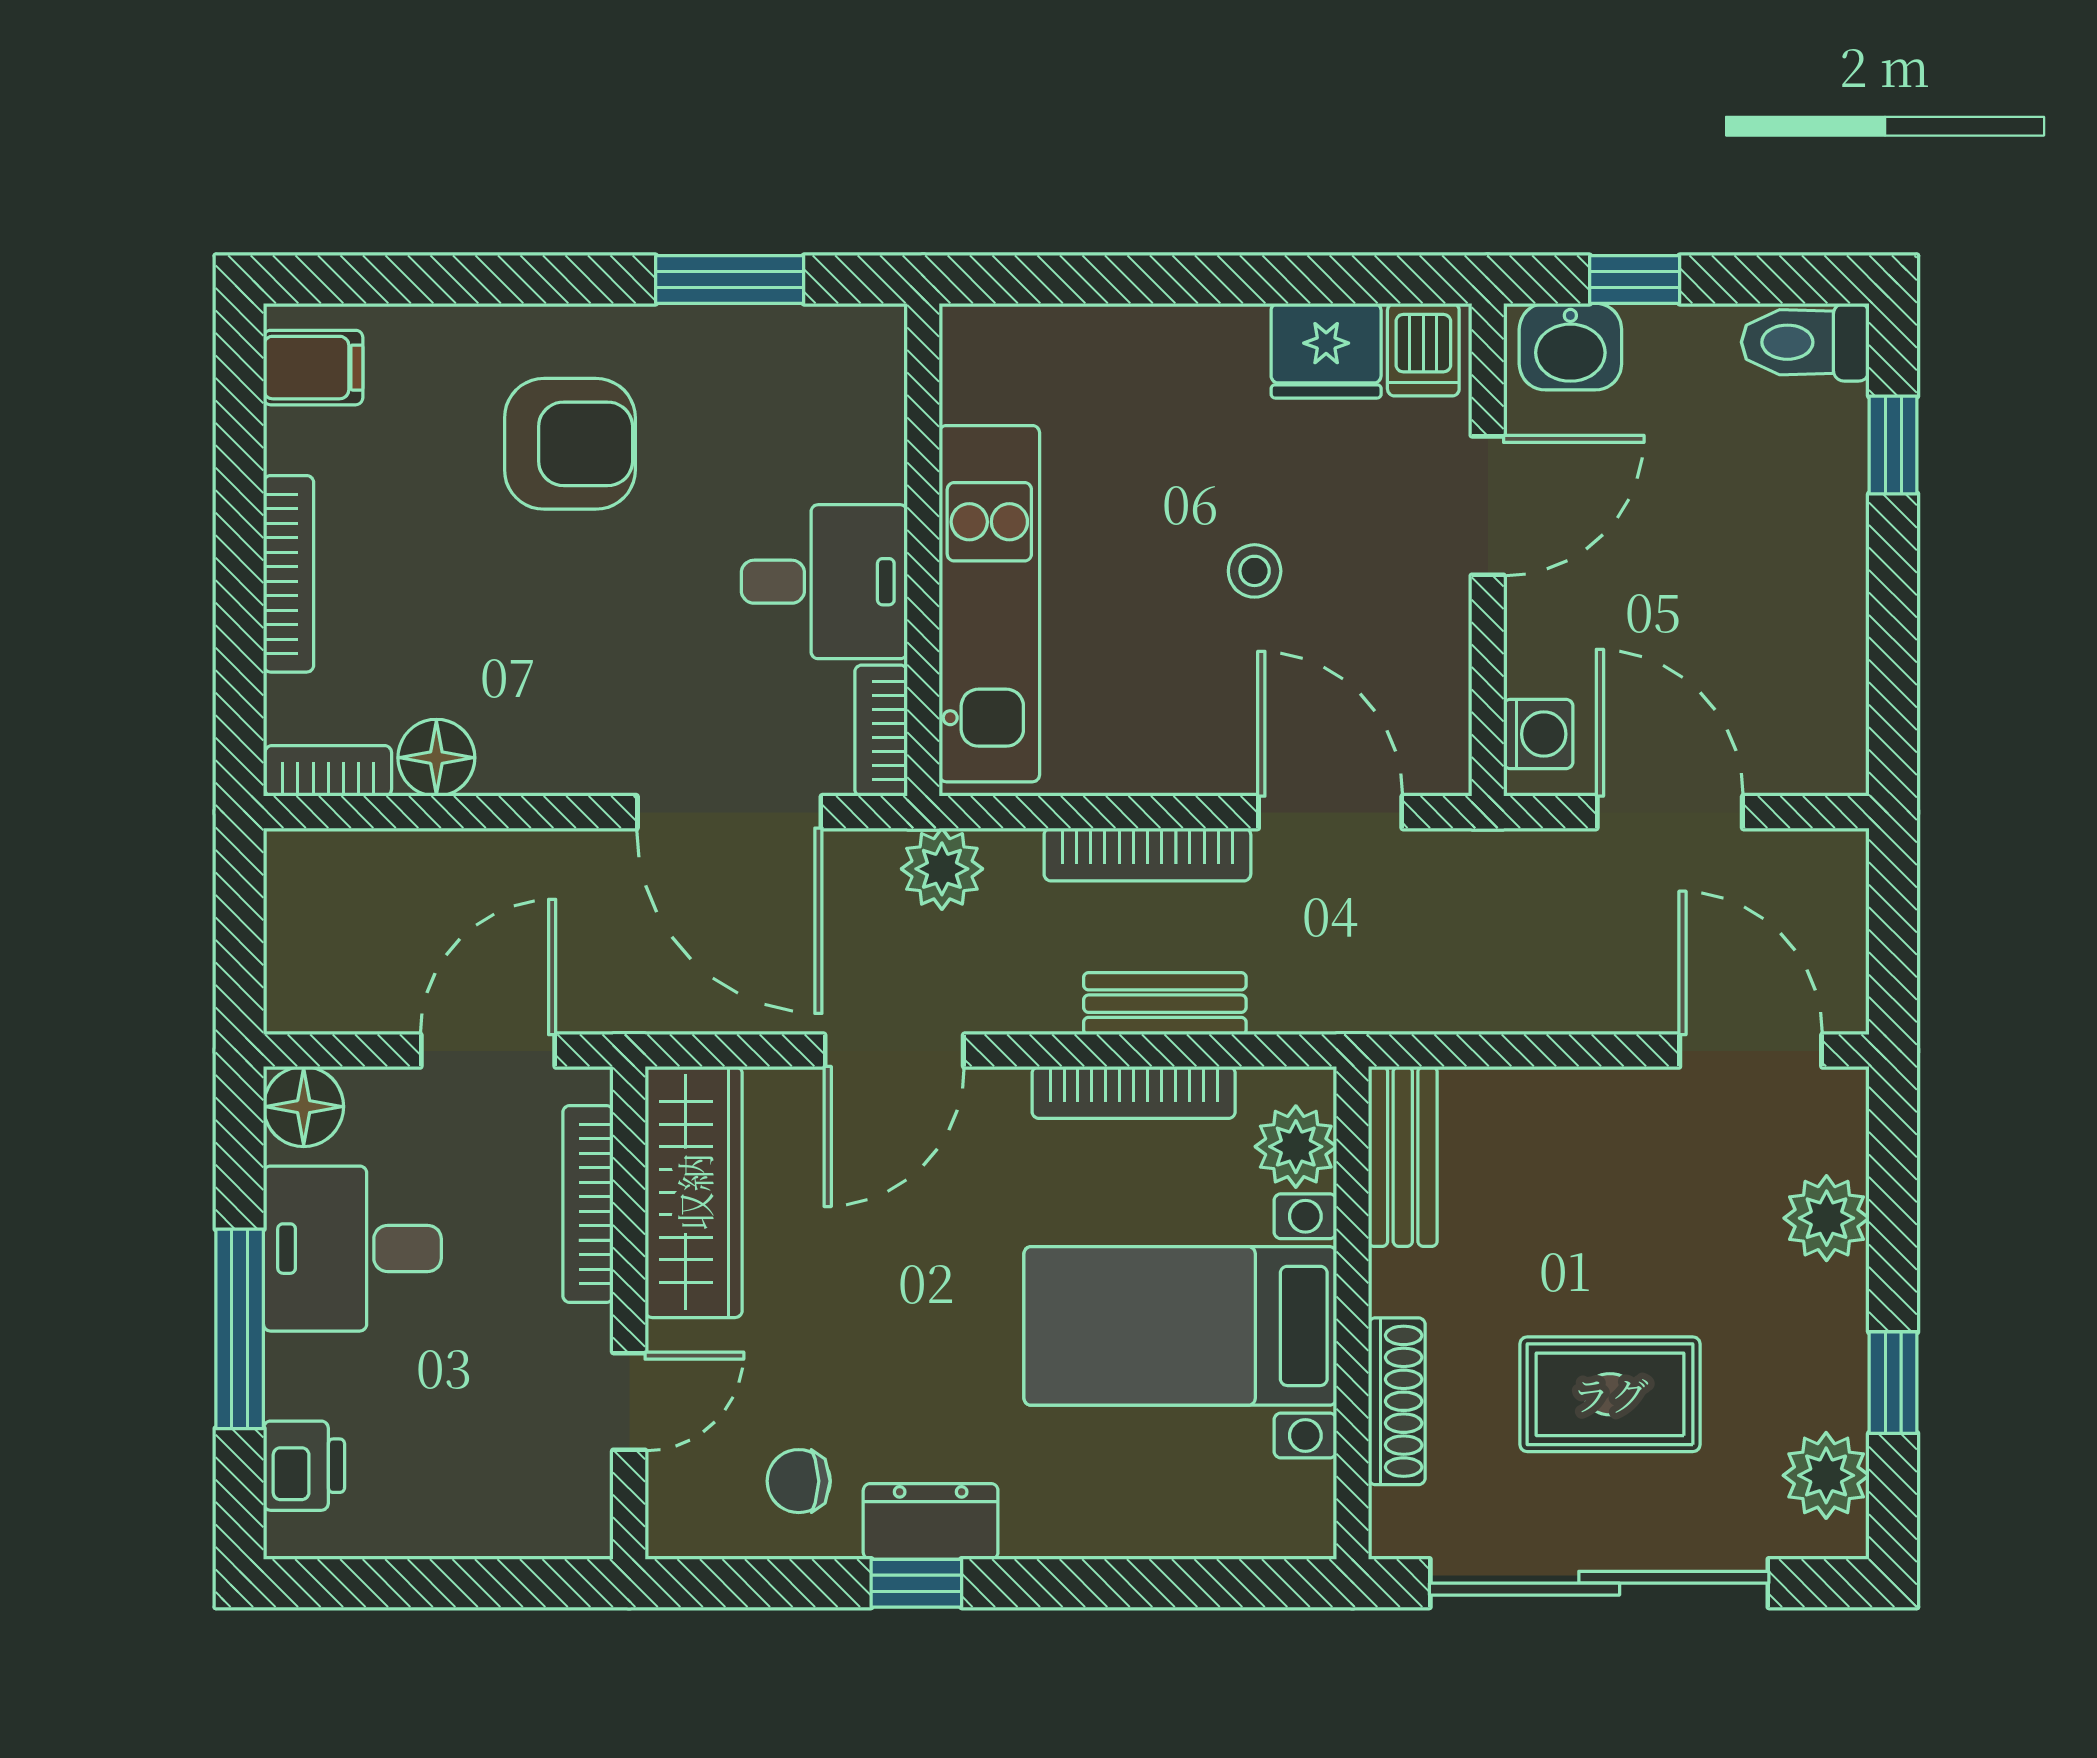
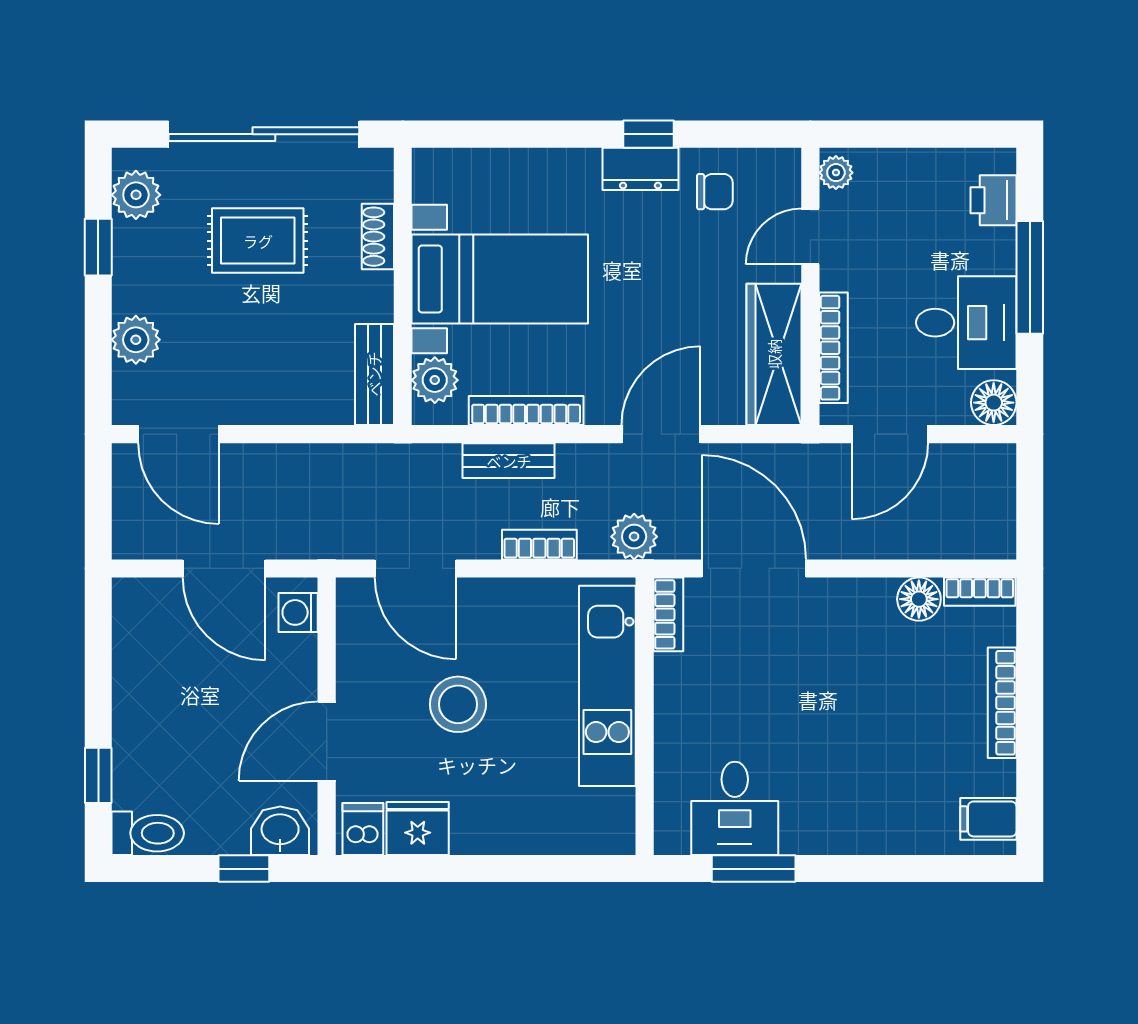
armchair: (570, 444) -> (844, 776), removed
stool: (1255, 571) -> (458, 704), width x1.89, depth x1.89
desk: (824, 582) -> (735, 808), moved, turned -90
bookcase: (1147, 854) -> (539, 545), width x0.64
shoe rack: (1397, 1401) -> (378, 237), width x0.70
plant: (584, 1515) -> (836, 173), added

